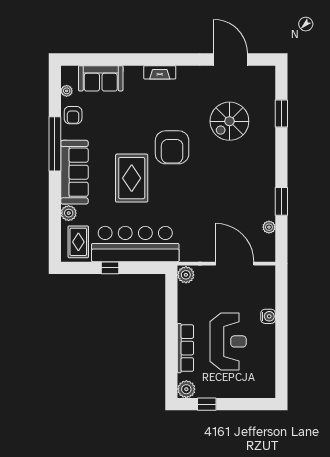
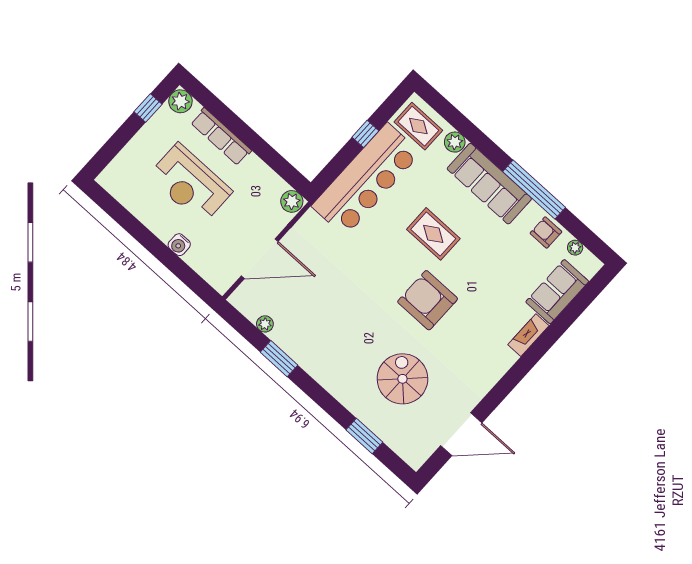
fireplace: (160, 72) -> (528, 335), moved
rug: (132, 178) -> (433, 234), width x0.73, depth x0.70

